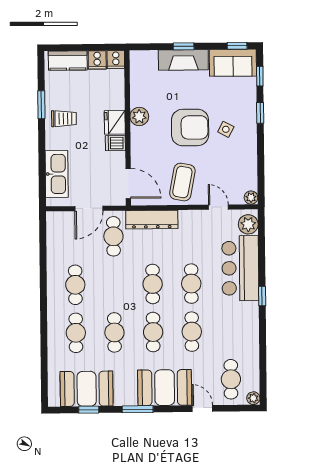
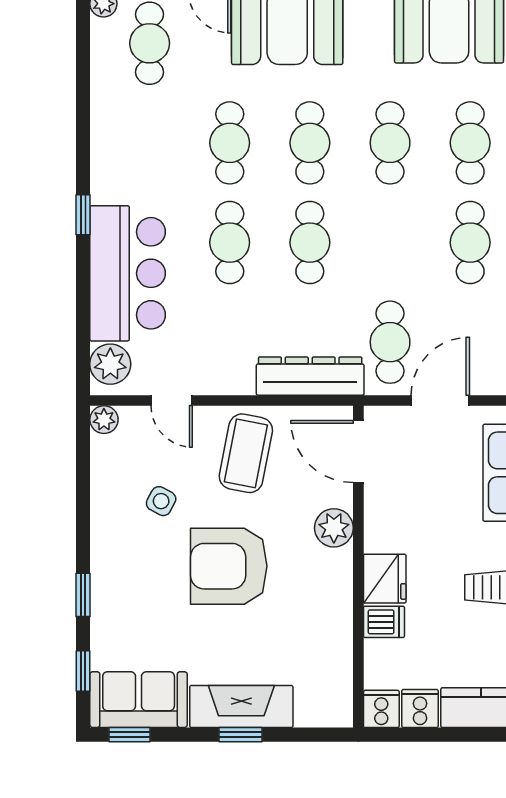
plant: (139, 117) -> (334, 528), moved
side table: (226, 129) -> (161, 501), moved
dishwasher: (115, 143) -> (384, 622), moved

